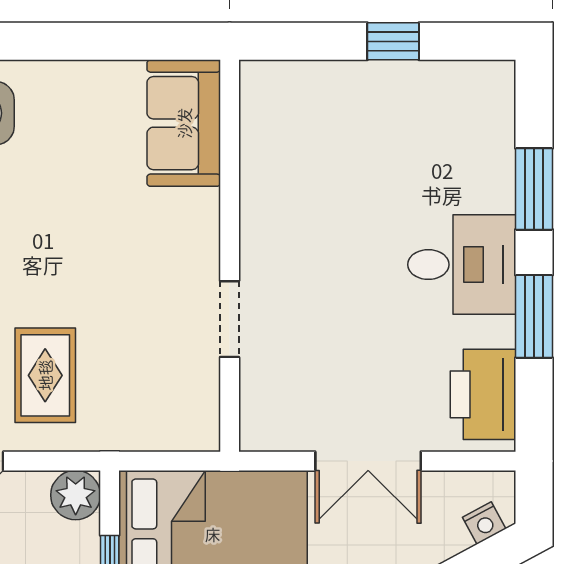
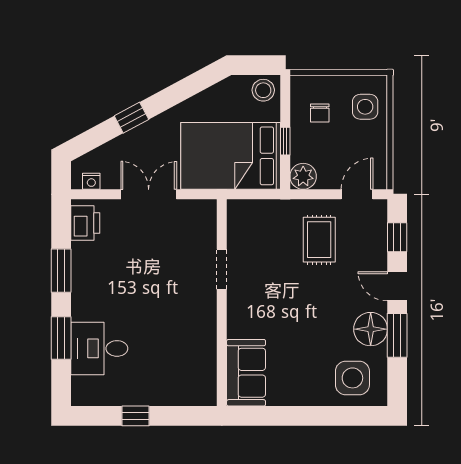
desk: (462, 265) -> (99, 348), moved
printer: (483, 394) -> (85, 223), width x0.73, depth x0.84
nightstand: (484, 523) -> (91, 181), moved, turned -152

